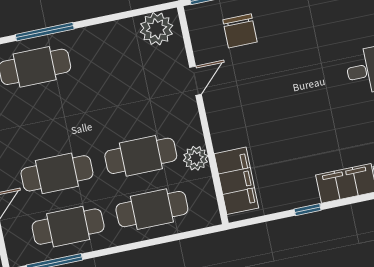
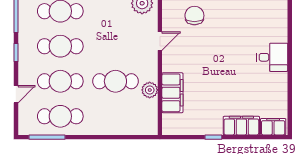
chair: (240, 31) -> (194, 16), turned 180
filing cabinet: (236, 181) -> (172, 93), moved
cafe table: (152, 209) -> (60, 46), moved

